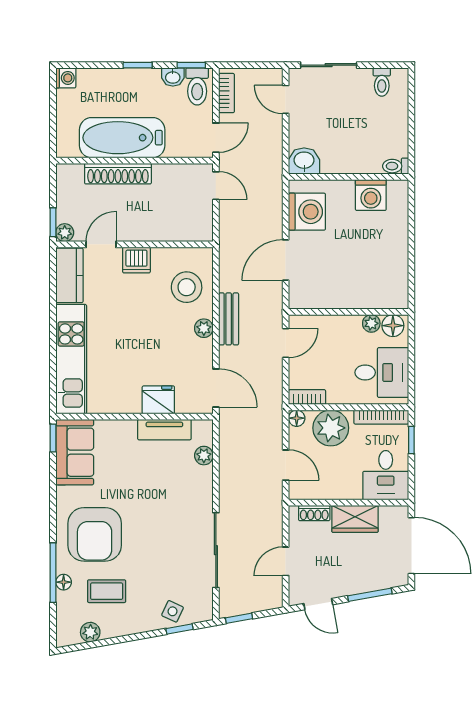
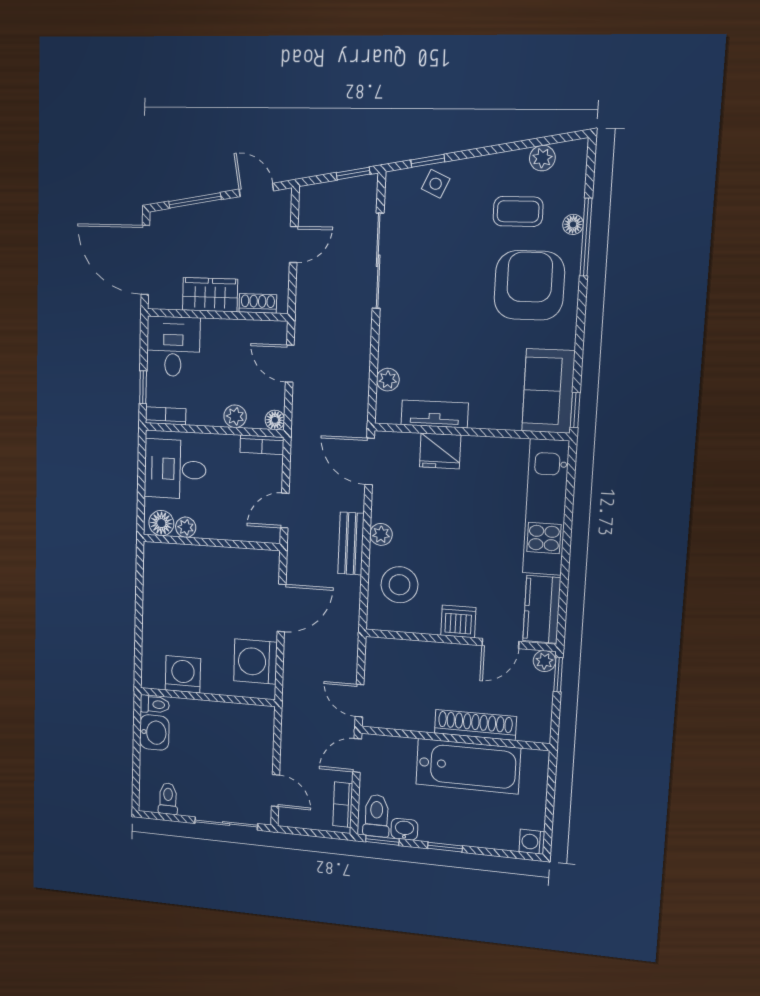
washbasin: (304, 161) -> (154, 732), moved, turned -90
bookcase: (381, 417) -> (166, 416), width x0.64
plant: (331, 428) -> (235, 416), width x0.53, depth x0.53

